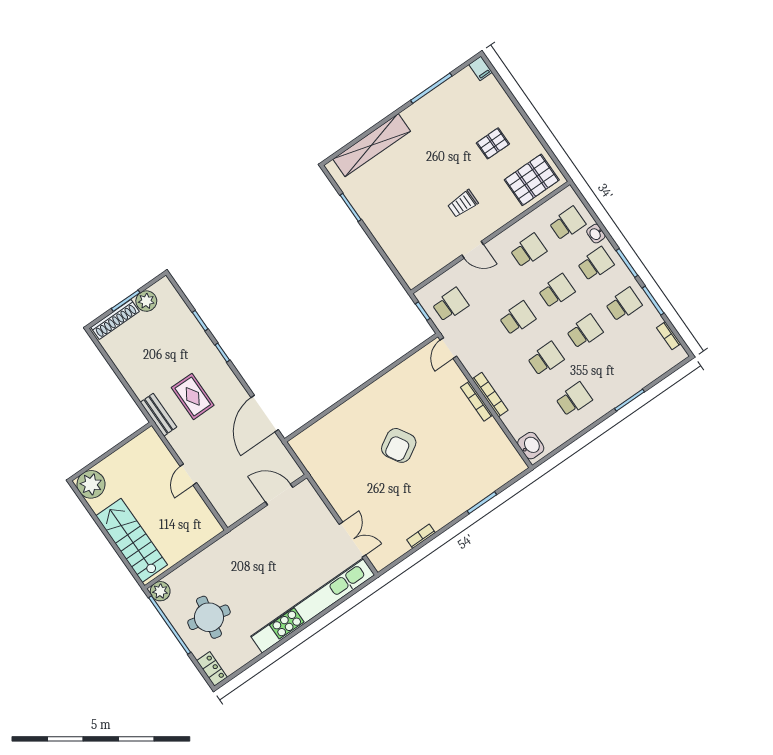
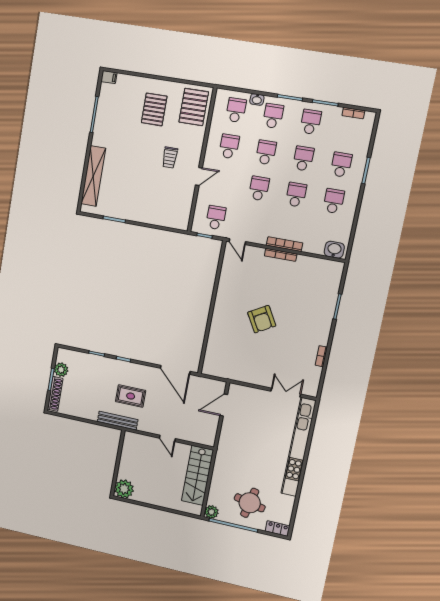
pallet: (493, 143) -> (154, 109), width x1.50, depth x1.42
school desk: (613, 372) -> (341, 165), added
bench: (158, 415) -> (118, 421), width x1.36
stairs: (132, 540) -> (197, 475), moved, turned -90

